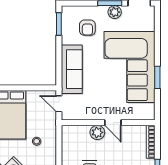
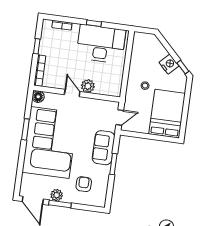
window: (59, 24) -> (113, 164), moved
sofa: (72, 69) -> (104, 148), width x0.73
door: (59, 104) -> (120, 117), hinge flipped
floor lamp: (149, 114) -> (38, 97), added

